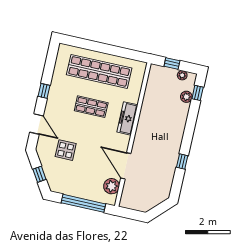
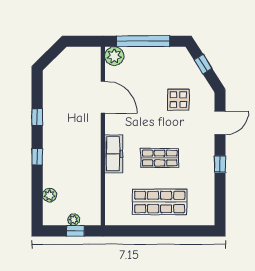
shop shelf: (99, 71) -> (160, 202), width x0.71
plant: (182, 75) -> (74, 220), moved
window: (198, 93) -> (37, 157), moved
door: (36, 124) -> (220, 123), swing flipped
plant: (112, 186) -> (114, 56), moved

